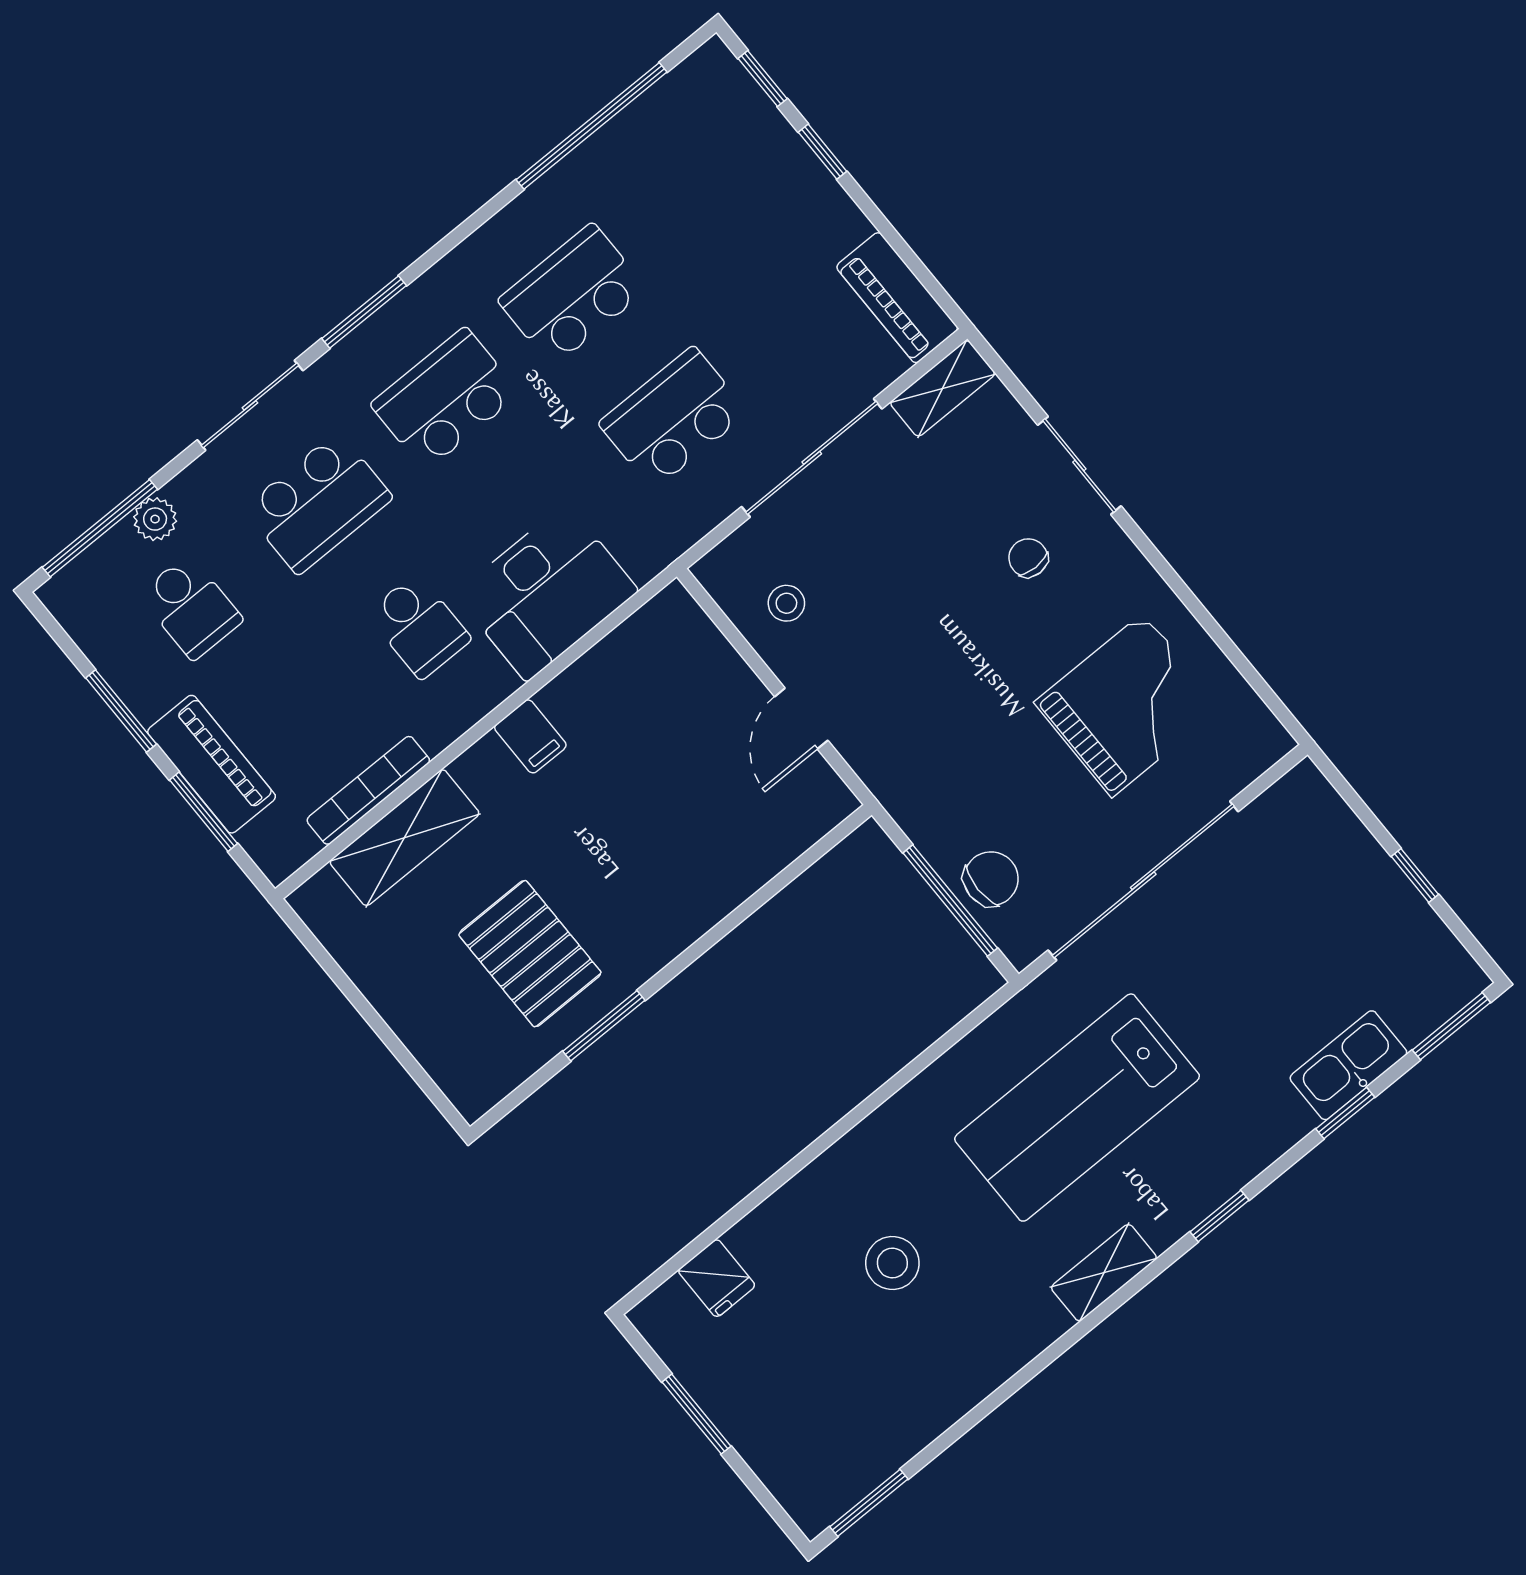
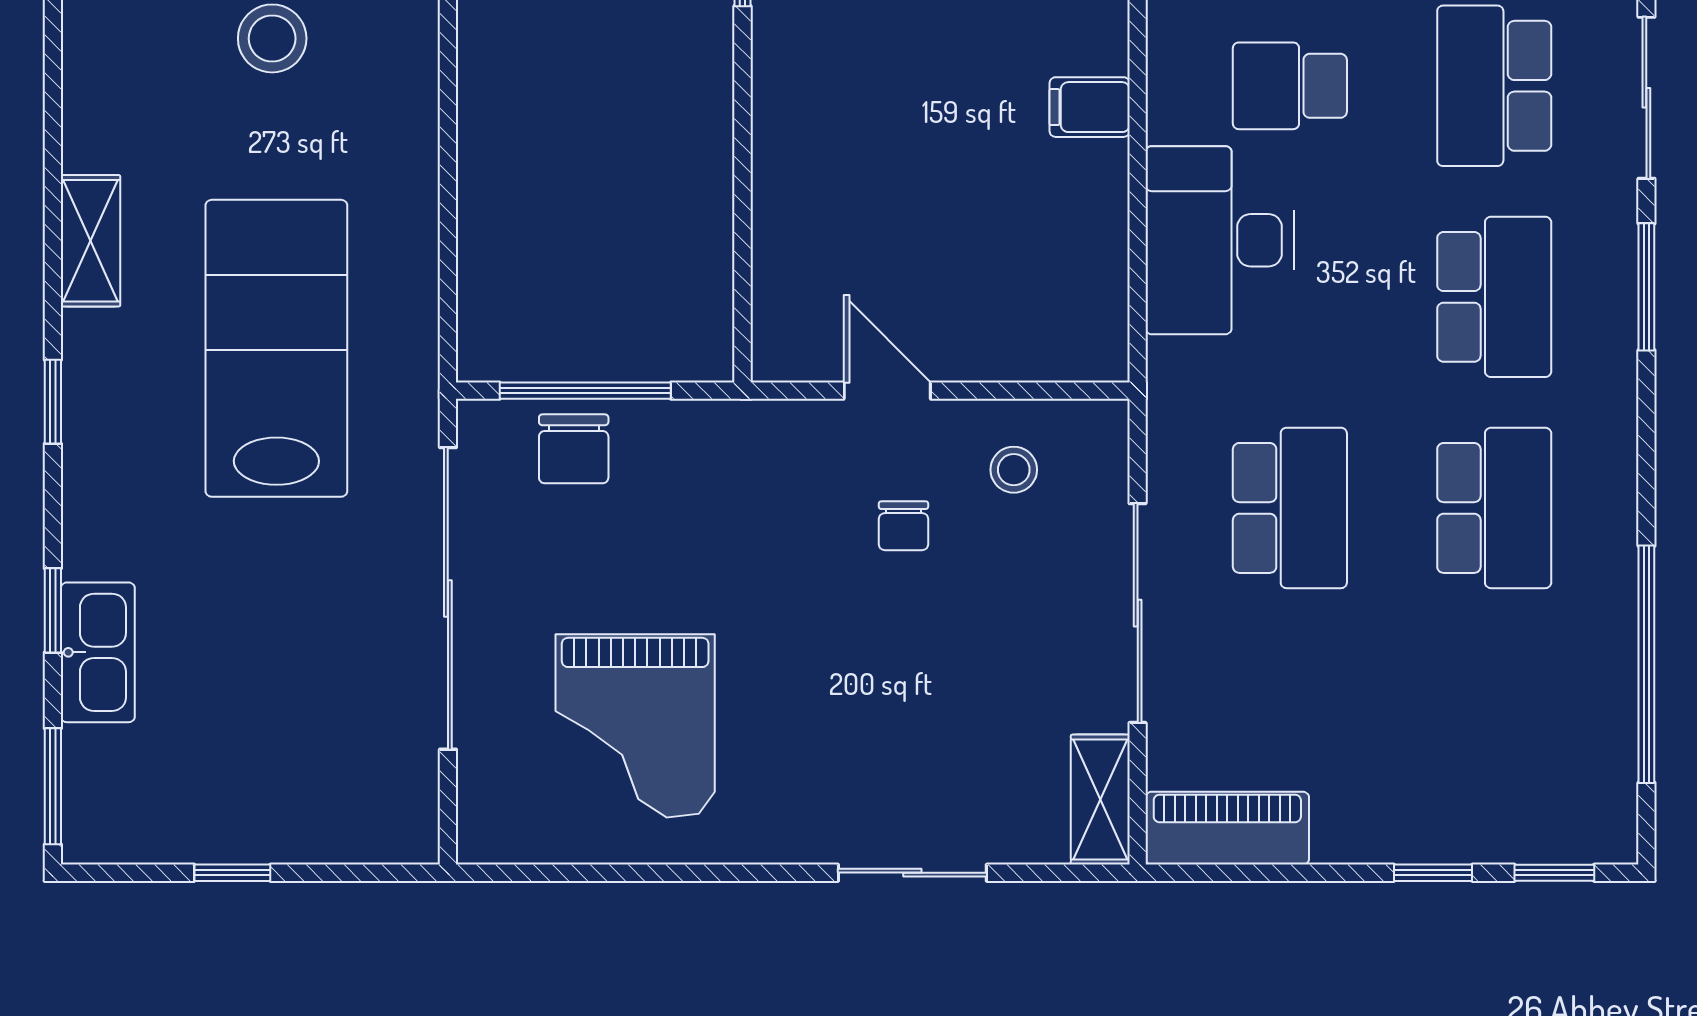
chair: (1028, 558) -> (904, 526), moved, turned 90

